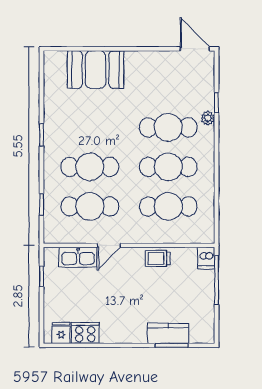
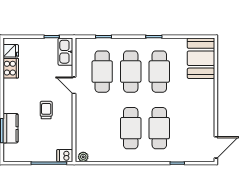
booth: (96, 70) -> (201, 58), moved
plant: (208, 118) -> (83, 157), moved
cafe table: (168, 206) -> (159, 72), moved
kitchen sink: (78, 257) -> (65, 52), moved
trolley: (158, 258) -> (46, 110), moved

